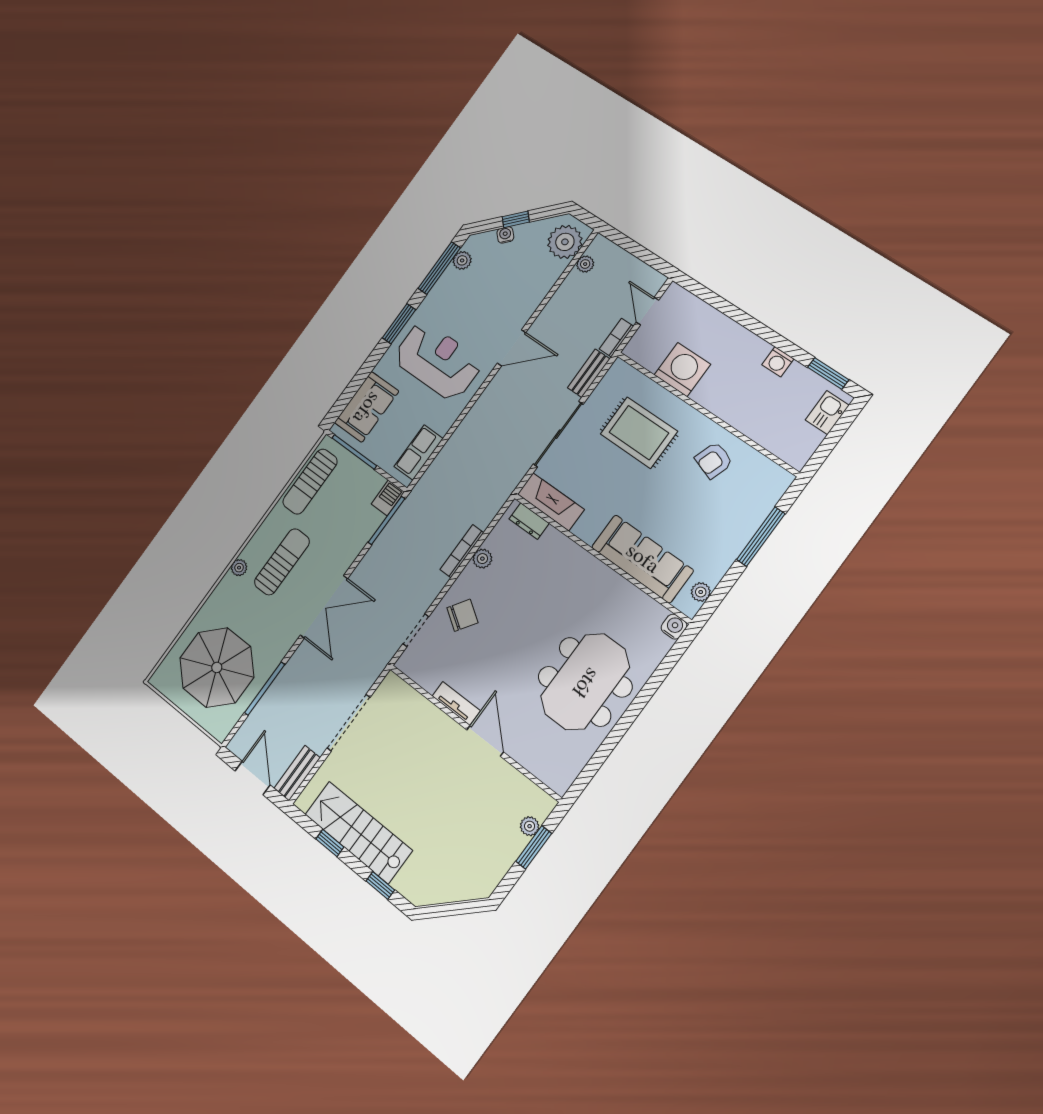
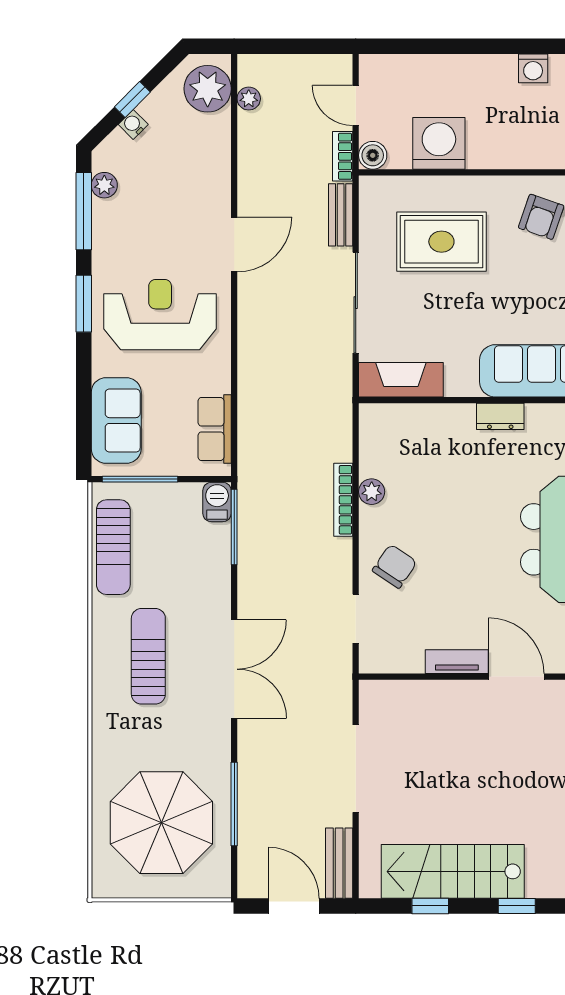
boiler: (635, 349) -> (373, 155), added
dresser: (529, 521) -> (500, 416), moved
plant: (239, 568) -> (103, 698), removed

